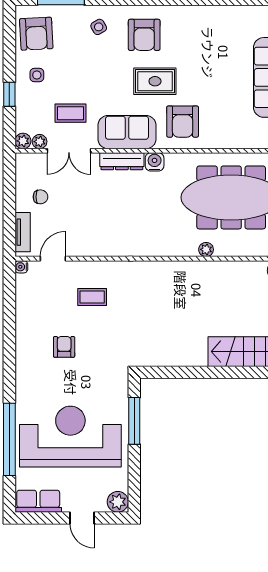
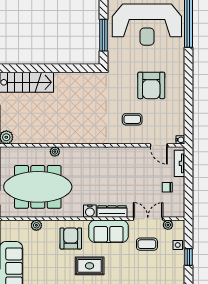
side table: (37, 75) -> (178, 245), moved
plant: (23, 141) -> (36, 225), moved
door: (53, 259) -> (159, 145), hinge flipped
armchair: (64, 347) -> (151, 85), width x1.88, depth x1.88

